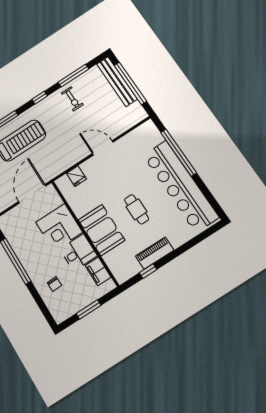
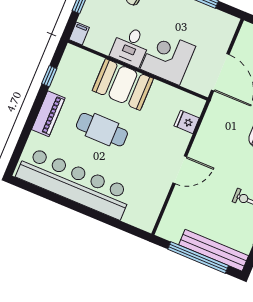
window: (179, 153) -> (99, 216), removed
cafe table: (137, 209) -> (102, 130), width x1.37, depth x1.35
piano: (155, 253) -> (48, 114), moved
filing cabinet: (98, 271) -> (79, 34), moved, width x0.50

